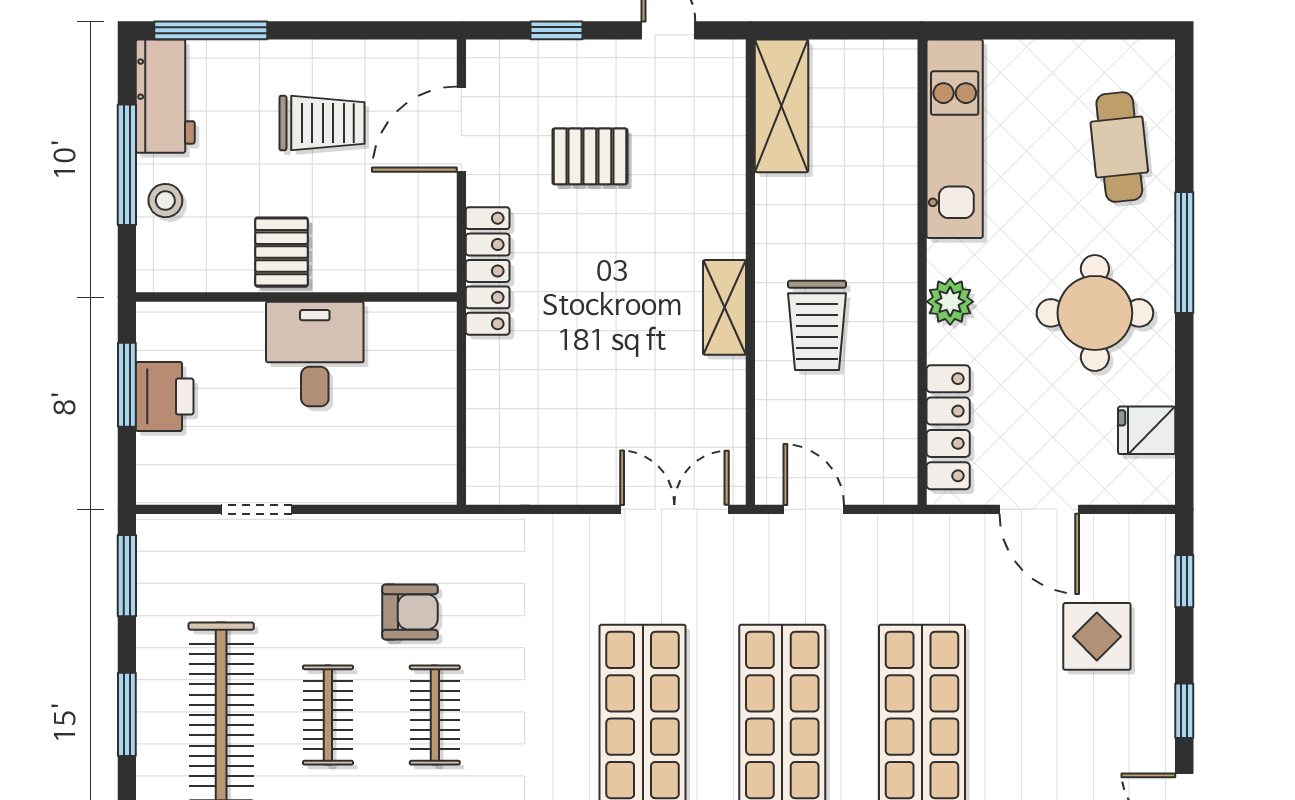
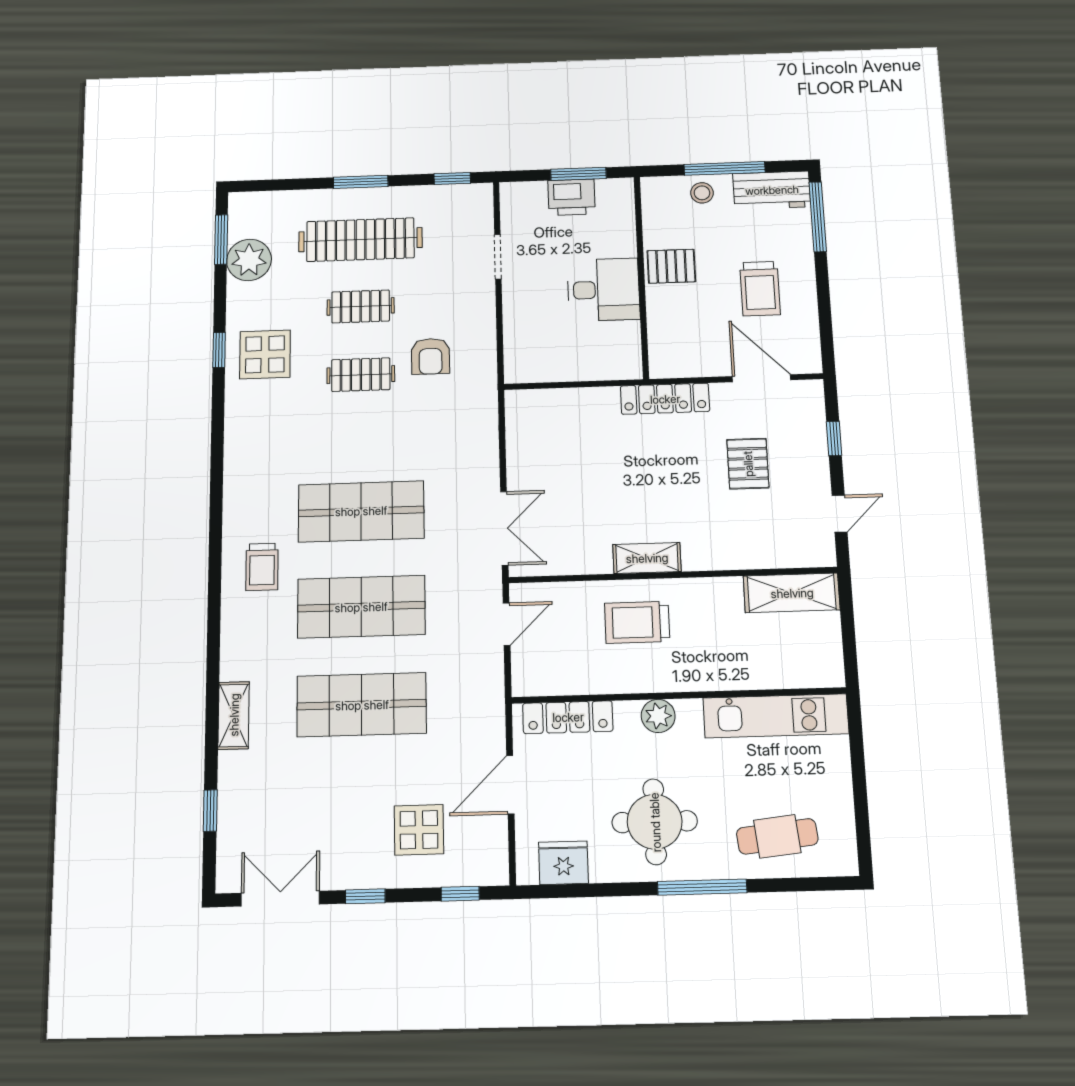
fridge: (1147, 430) -> (563, 863), width x1.38
window: (127, 576) -> (452, 178), width x0.67

